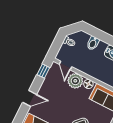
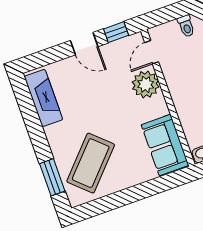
floor lamp: (88, 84) -> (159, 105), removed
door: (30, 98) -> (84, 44), moved

